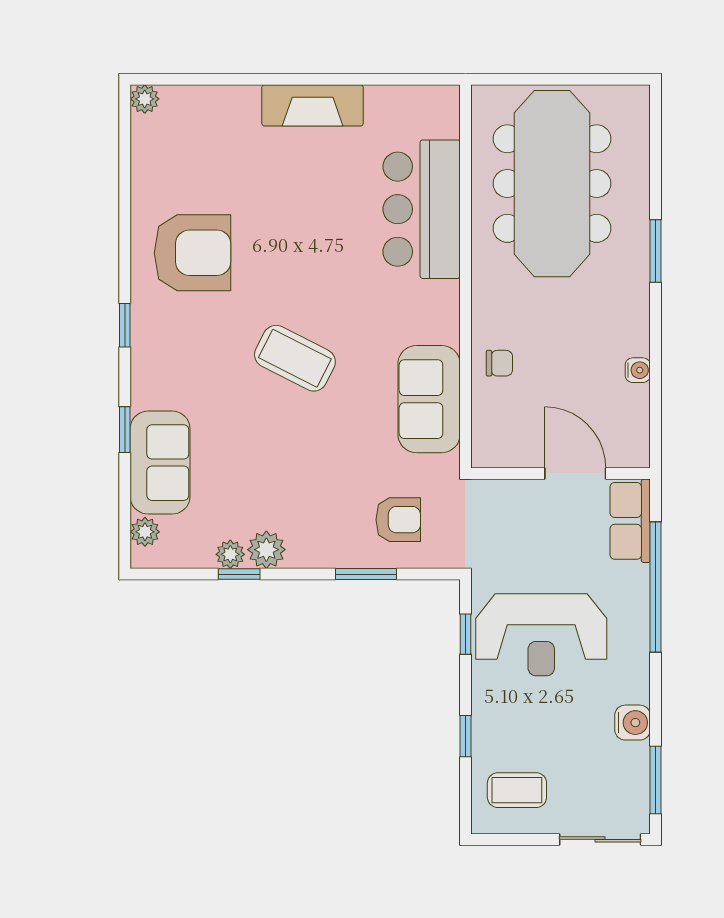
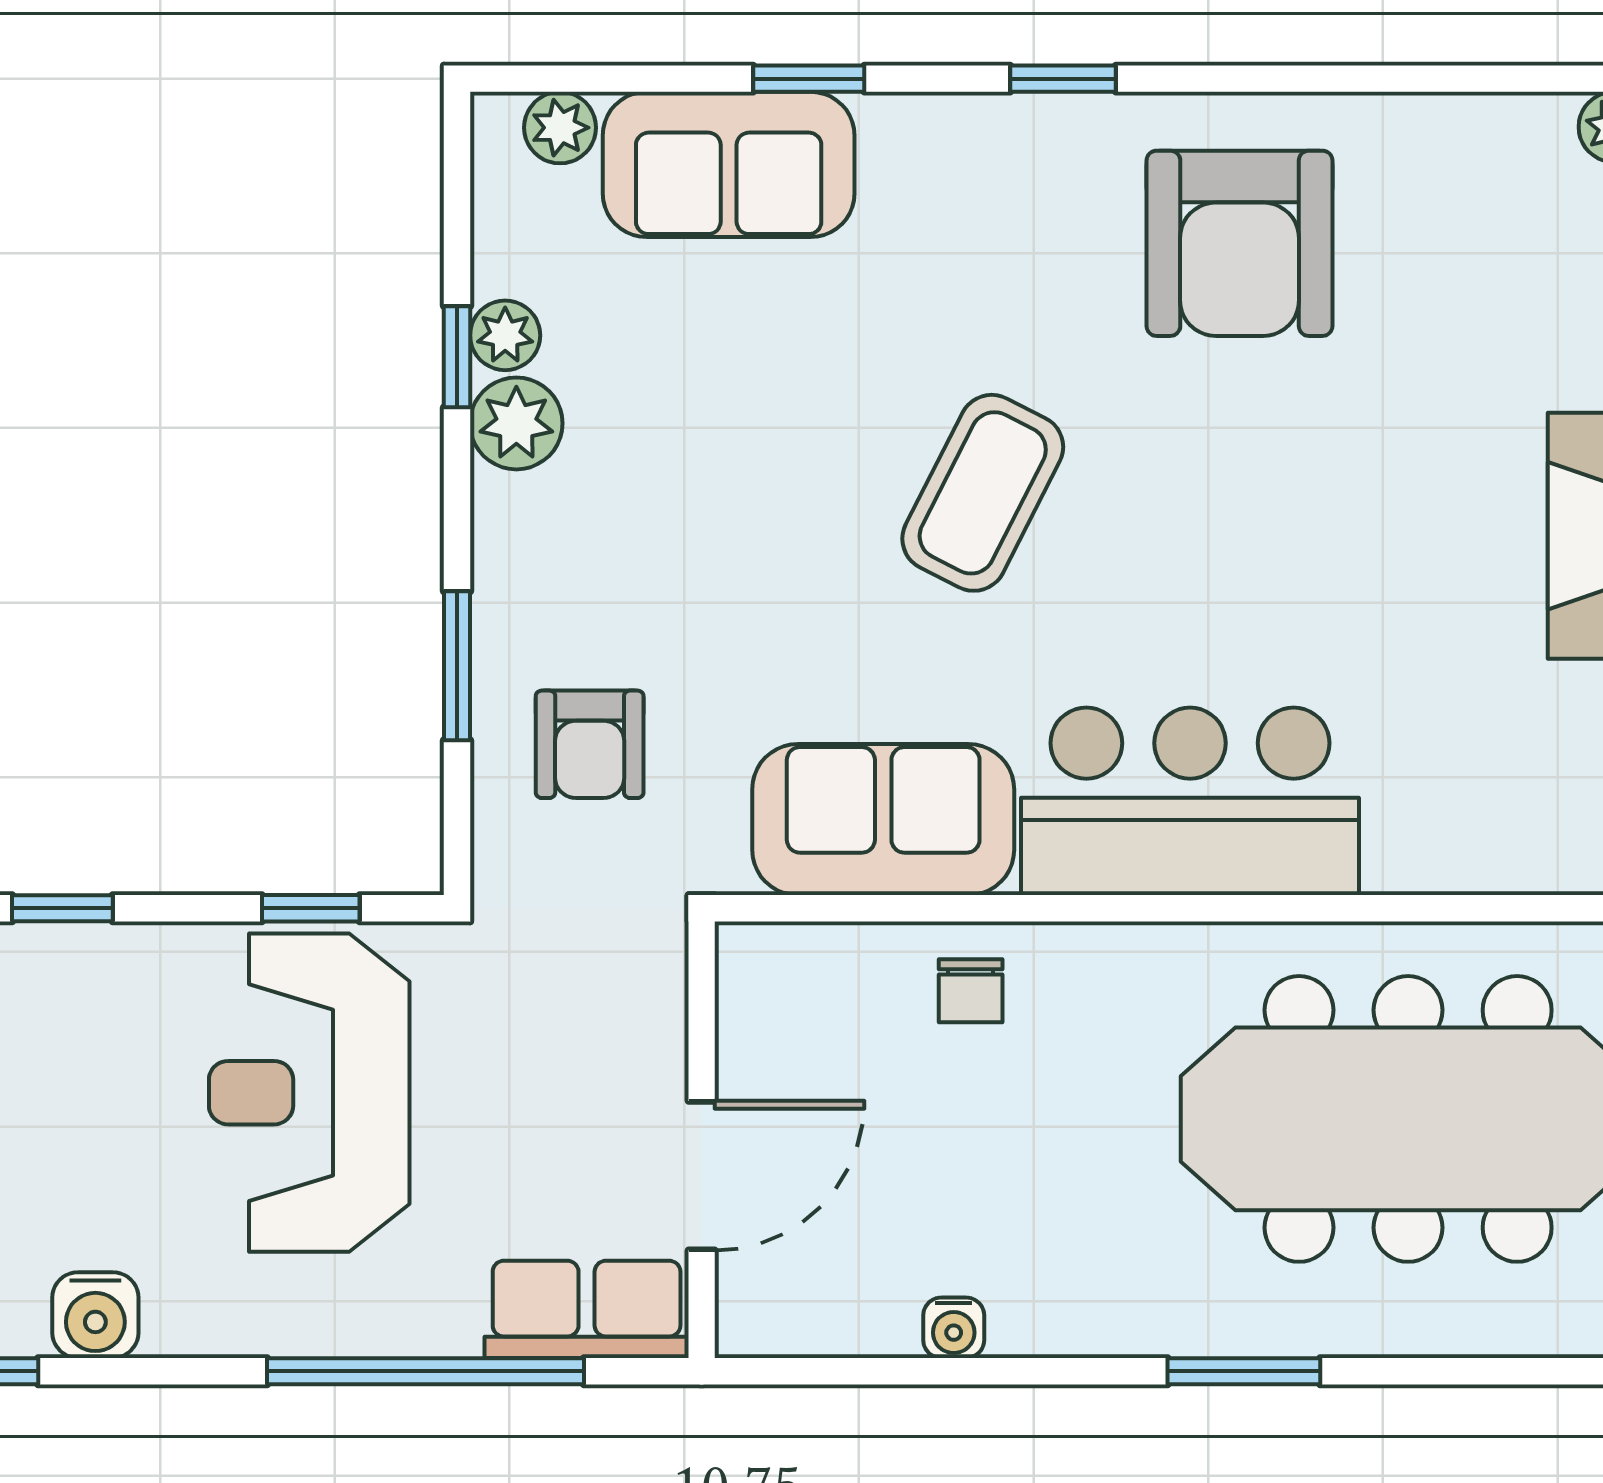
bar counter: (422, 209) -> (1190, 801), moved

